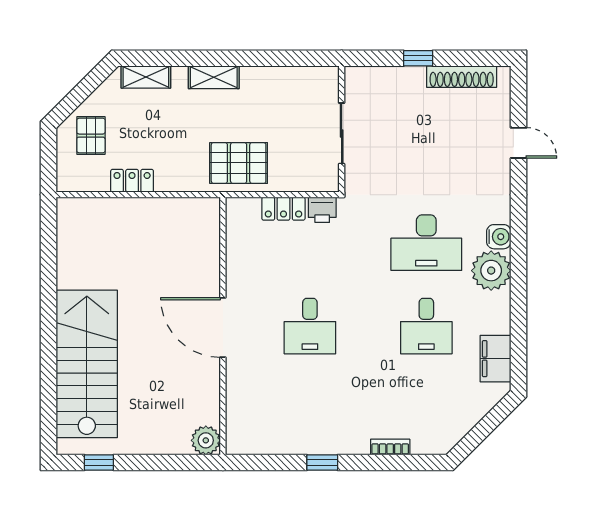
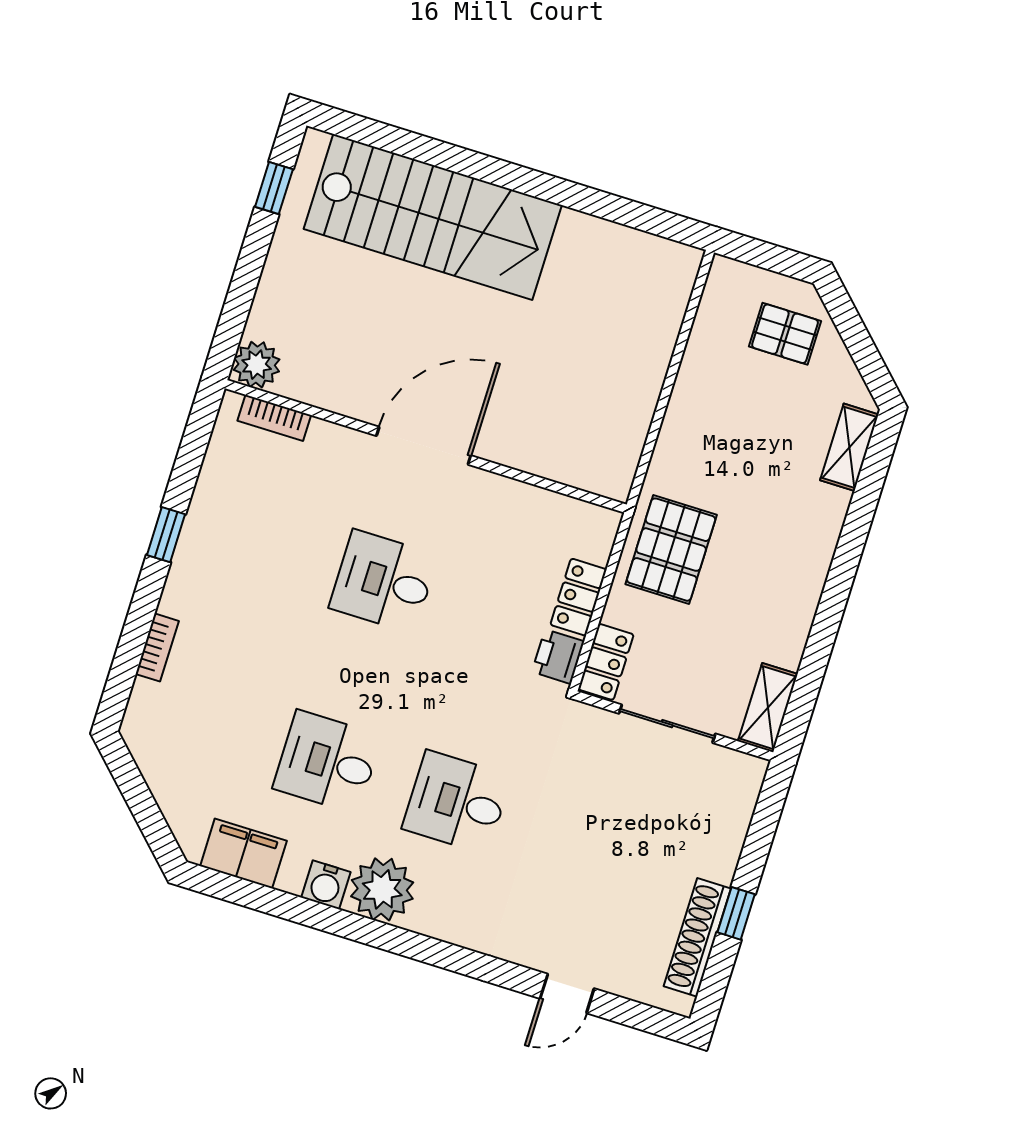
window: (418, 58) -> (736, 913), moved
shelving: (214, 77) -> (768, 708), moved
locker: (132, 181) -> (606, 662), moved
water cooler: (499, 237) -> (326, 885), moved
desk: (426, 243) -> (457, 802), width x0.73
bookcase: (234, 420) -> (274, 418), added

